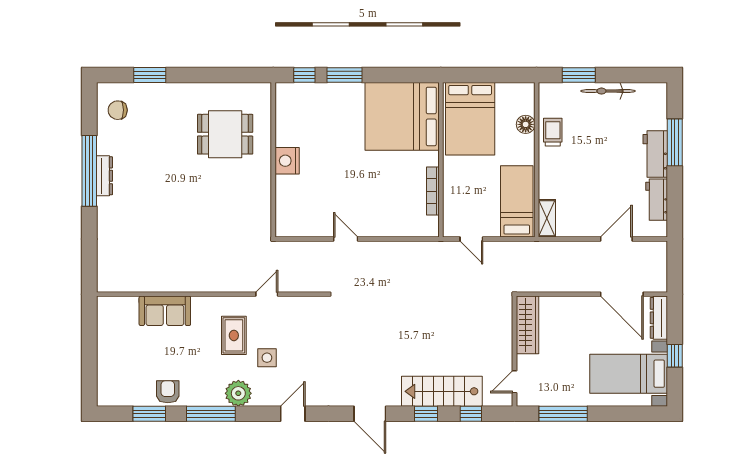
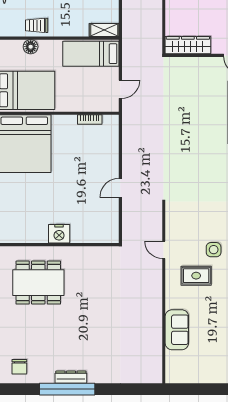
dining table: (225, 134) -> (38, 283), width x1.38
bookcase: (433, 191) -> (90, 120), width x0.64

